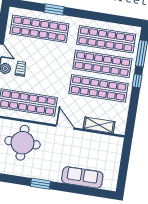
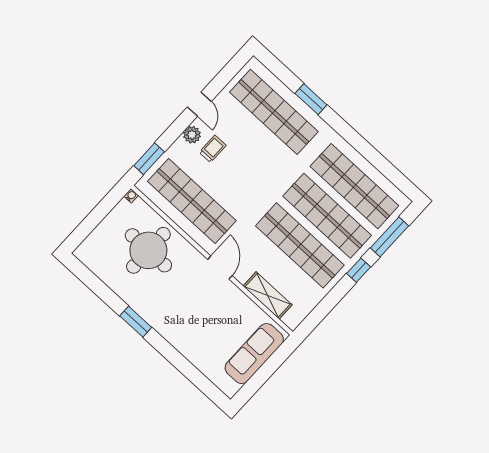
sofa: (82, 177) -> (254, 354), moved, turned -90

